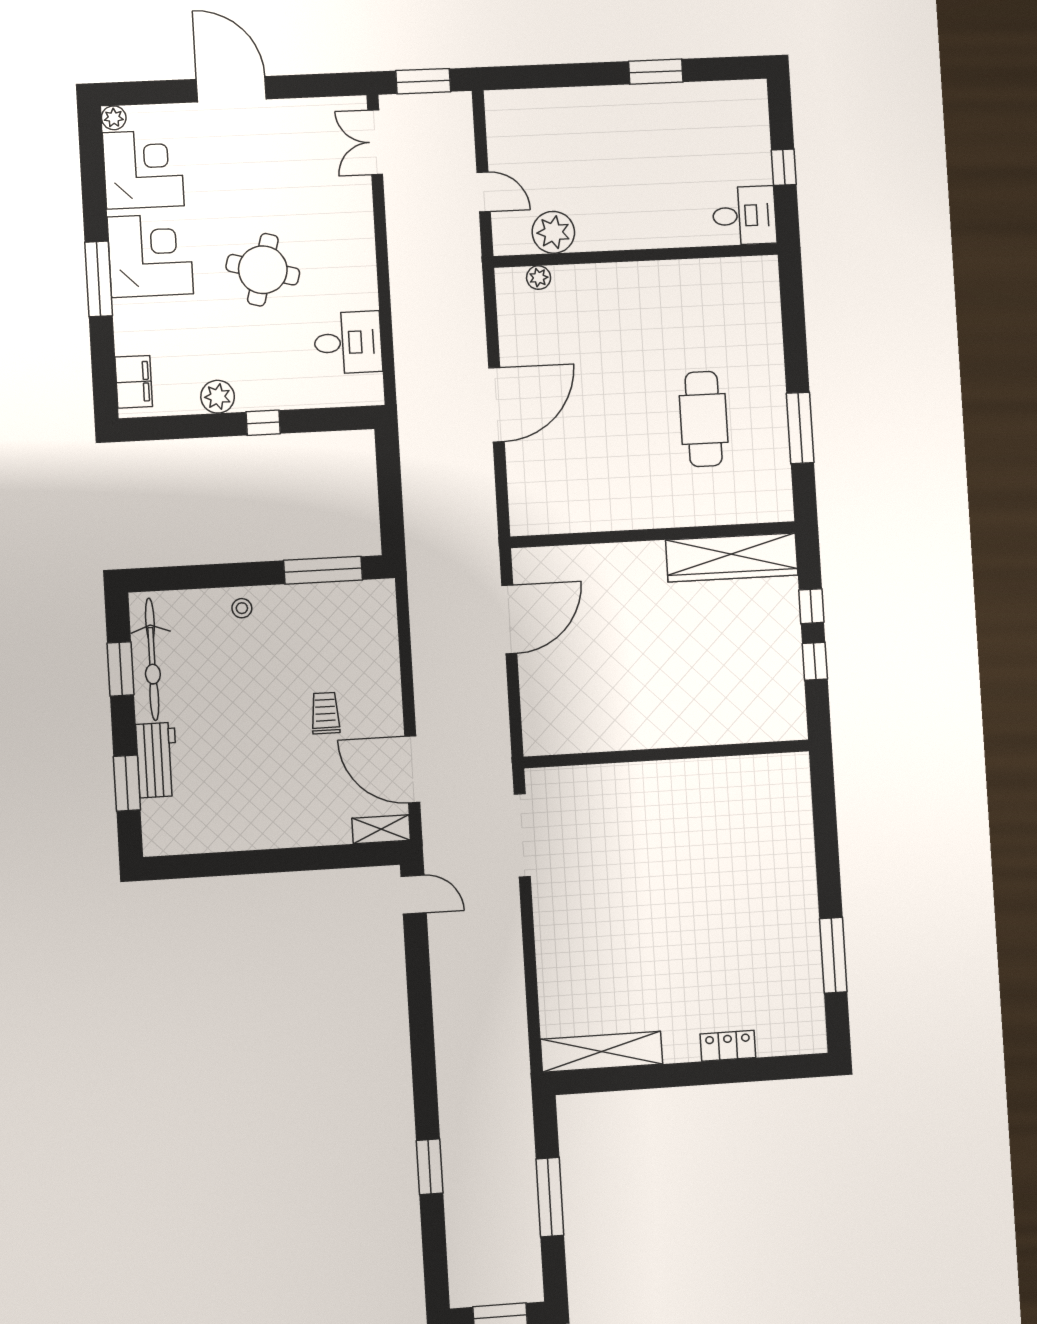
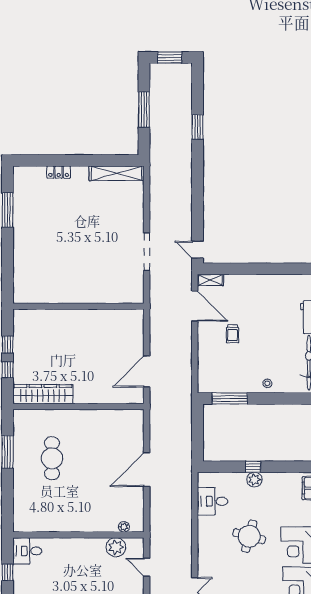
plant: (218, 397) -> (254, 480), moved
doorway: (522, 835) -> (147, 252), moved

